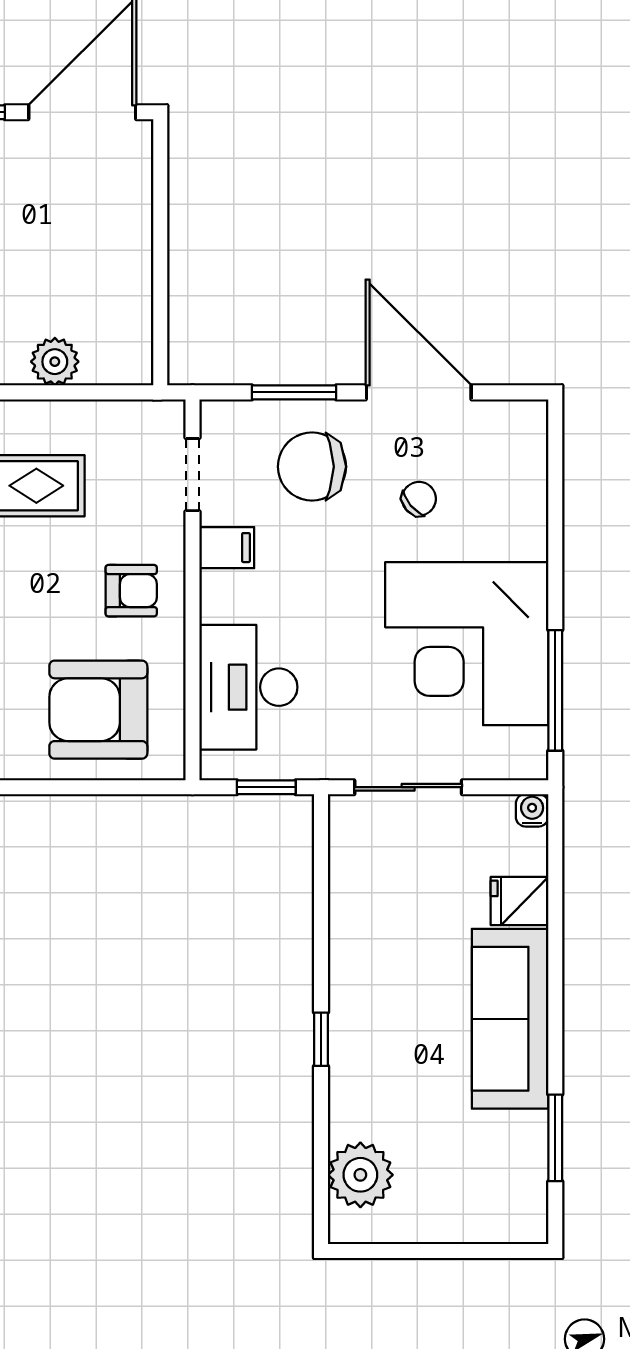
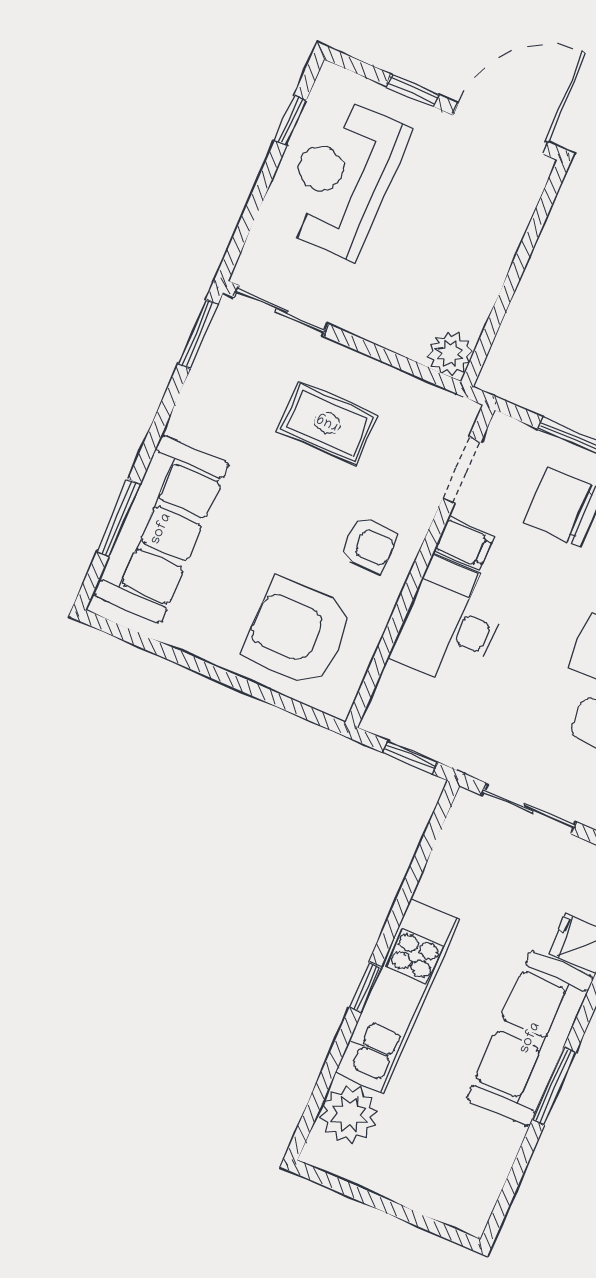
plant: (55, 362) -> (450, 353), moved
desk: (248, 687) -> (451, 623), moved
kitchen unit: (357, 1034) -> (397, 996), added
window: (555, 1138) -> (554, 1086), moved

